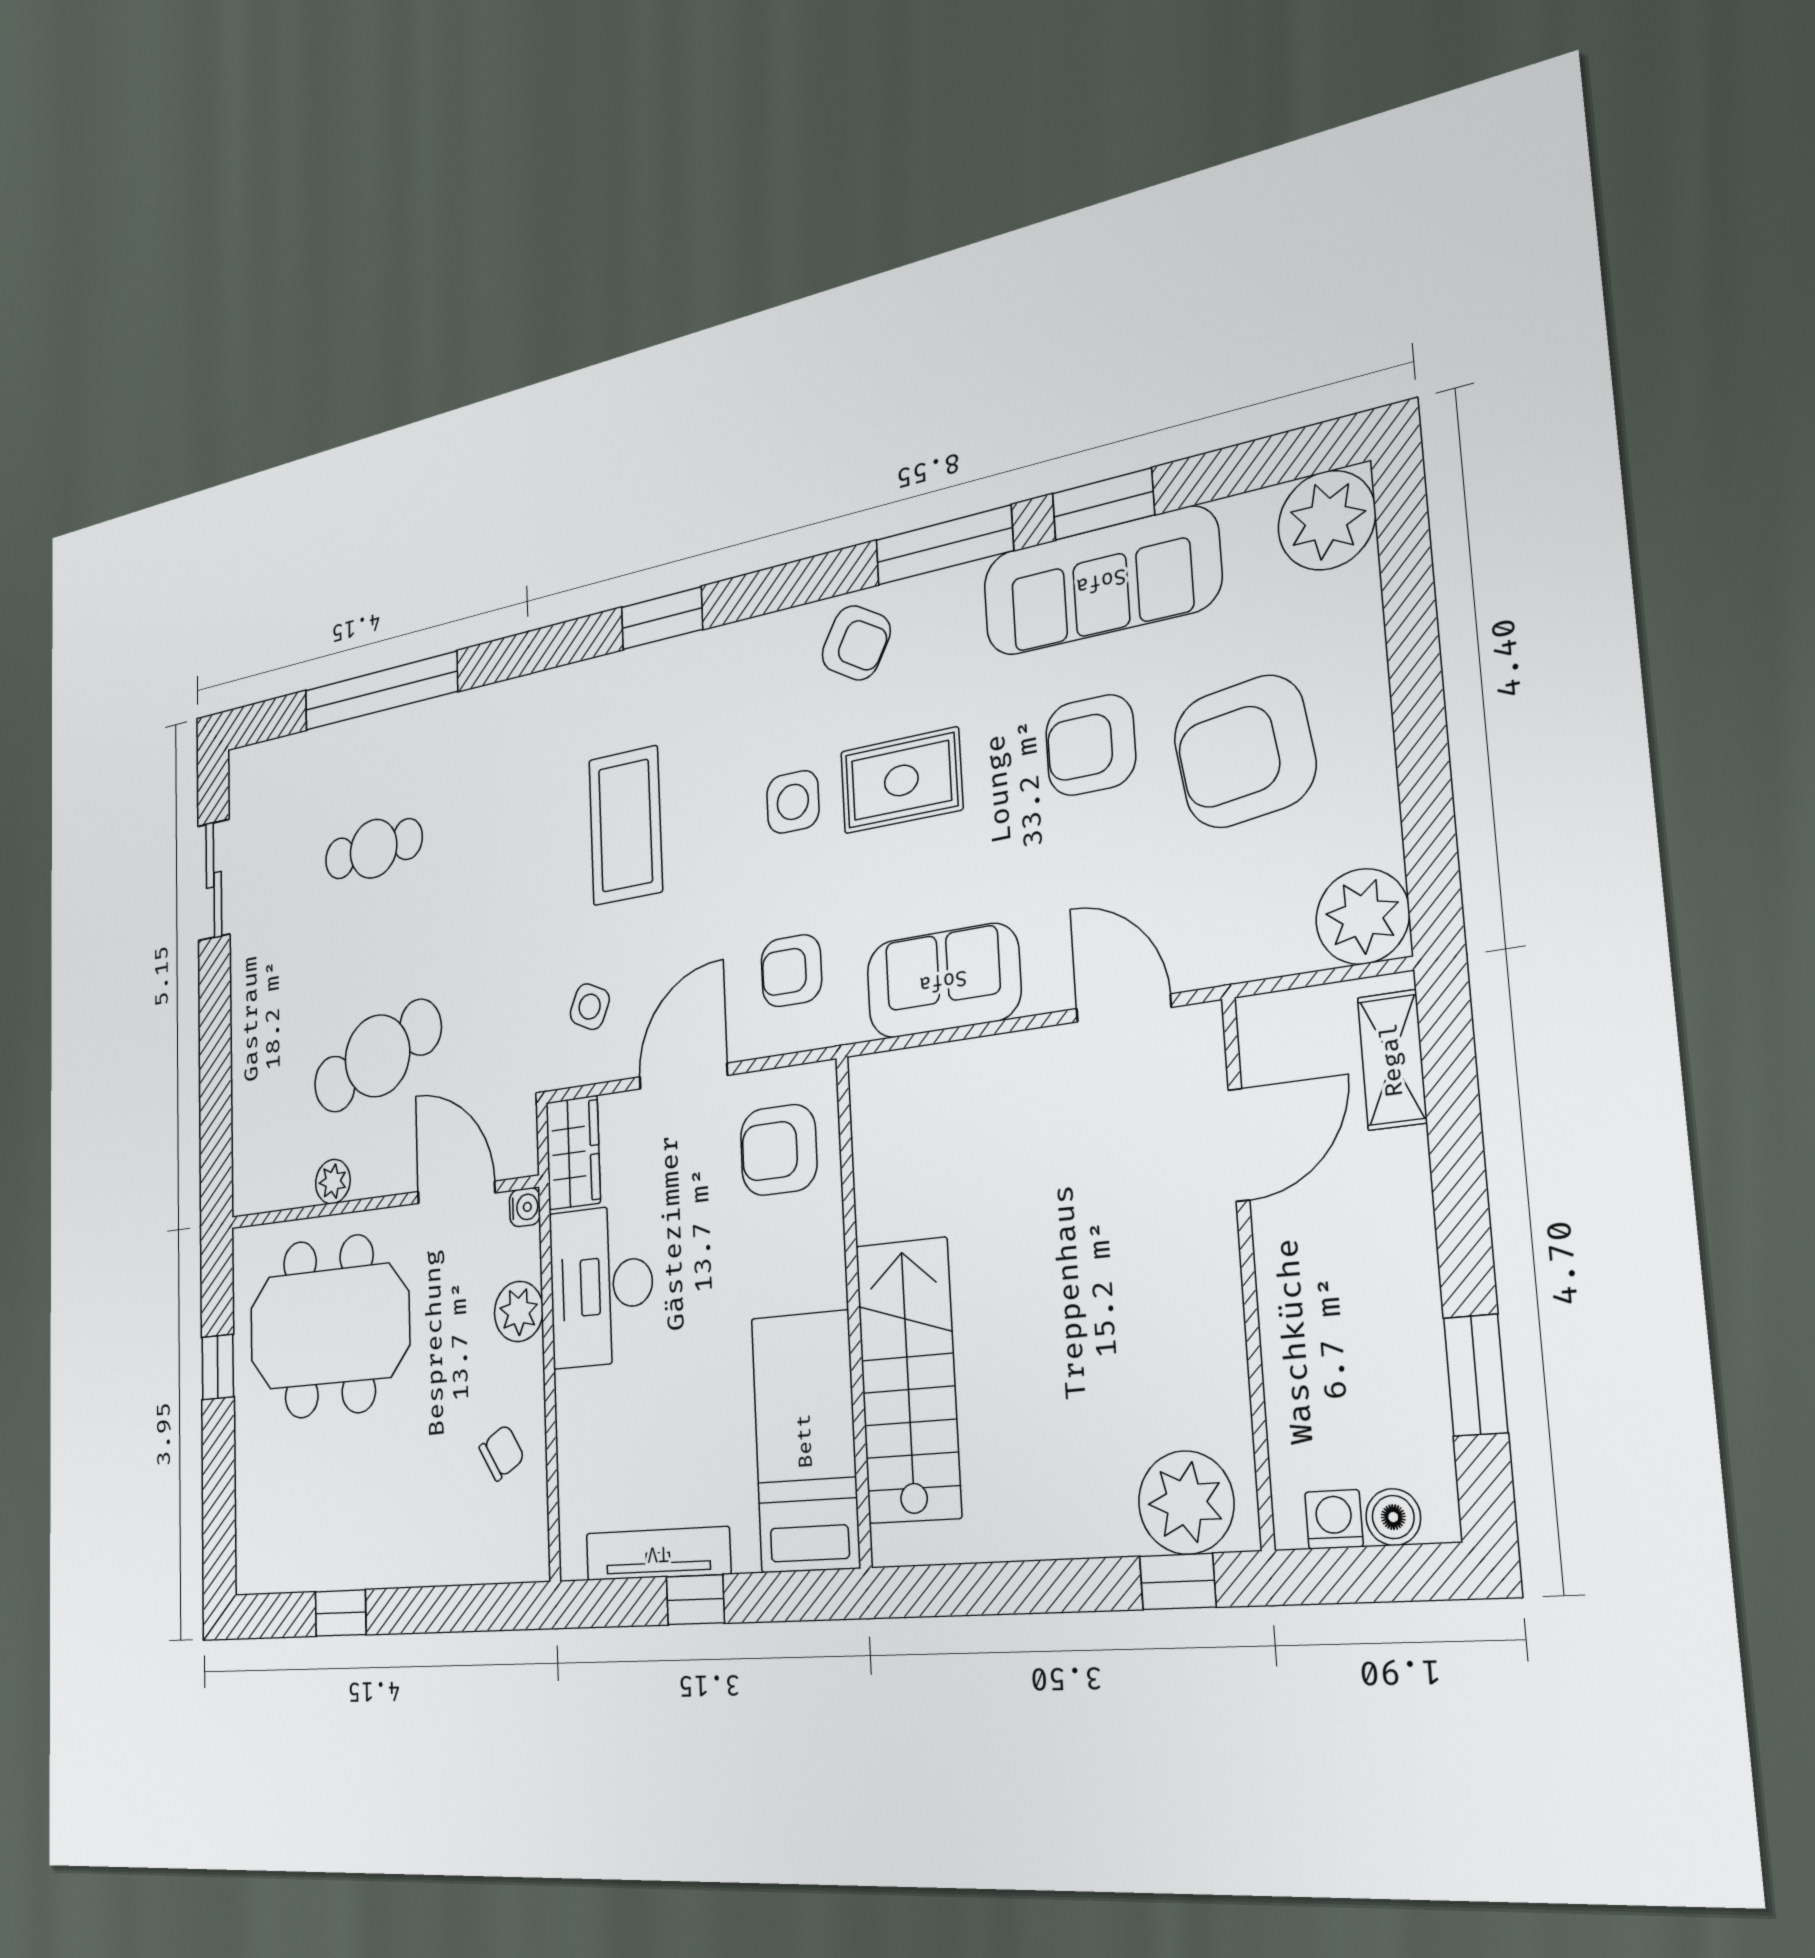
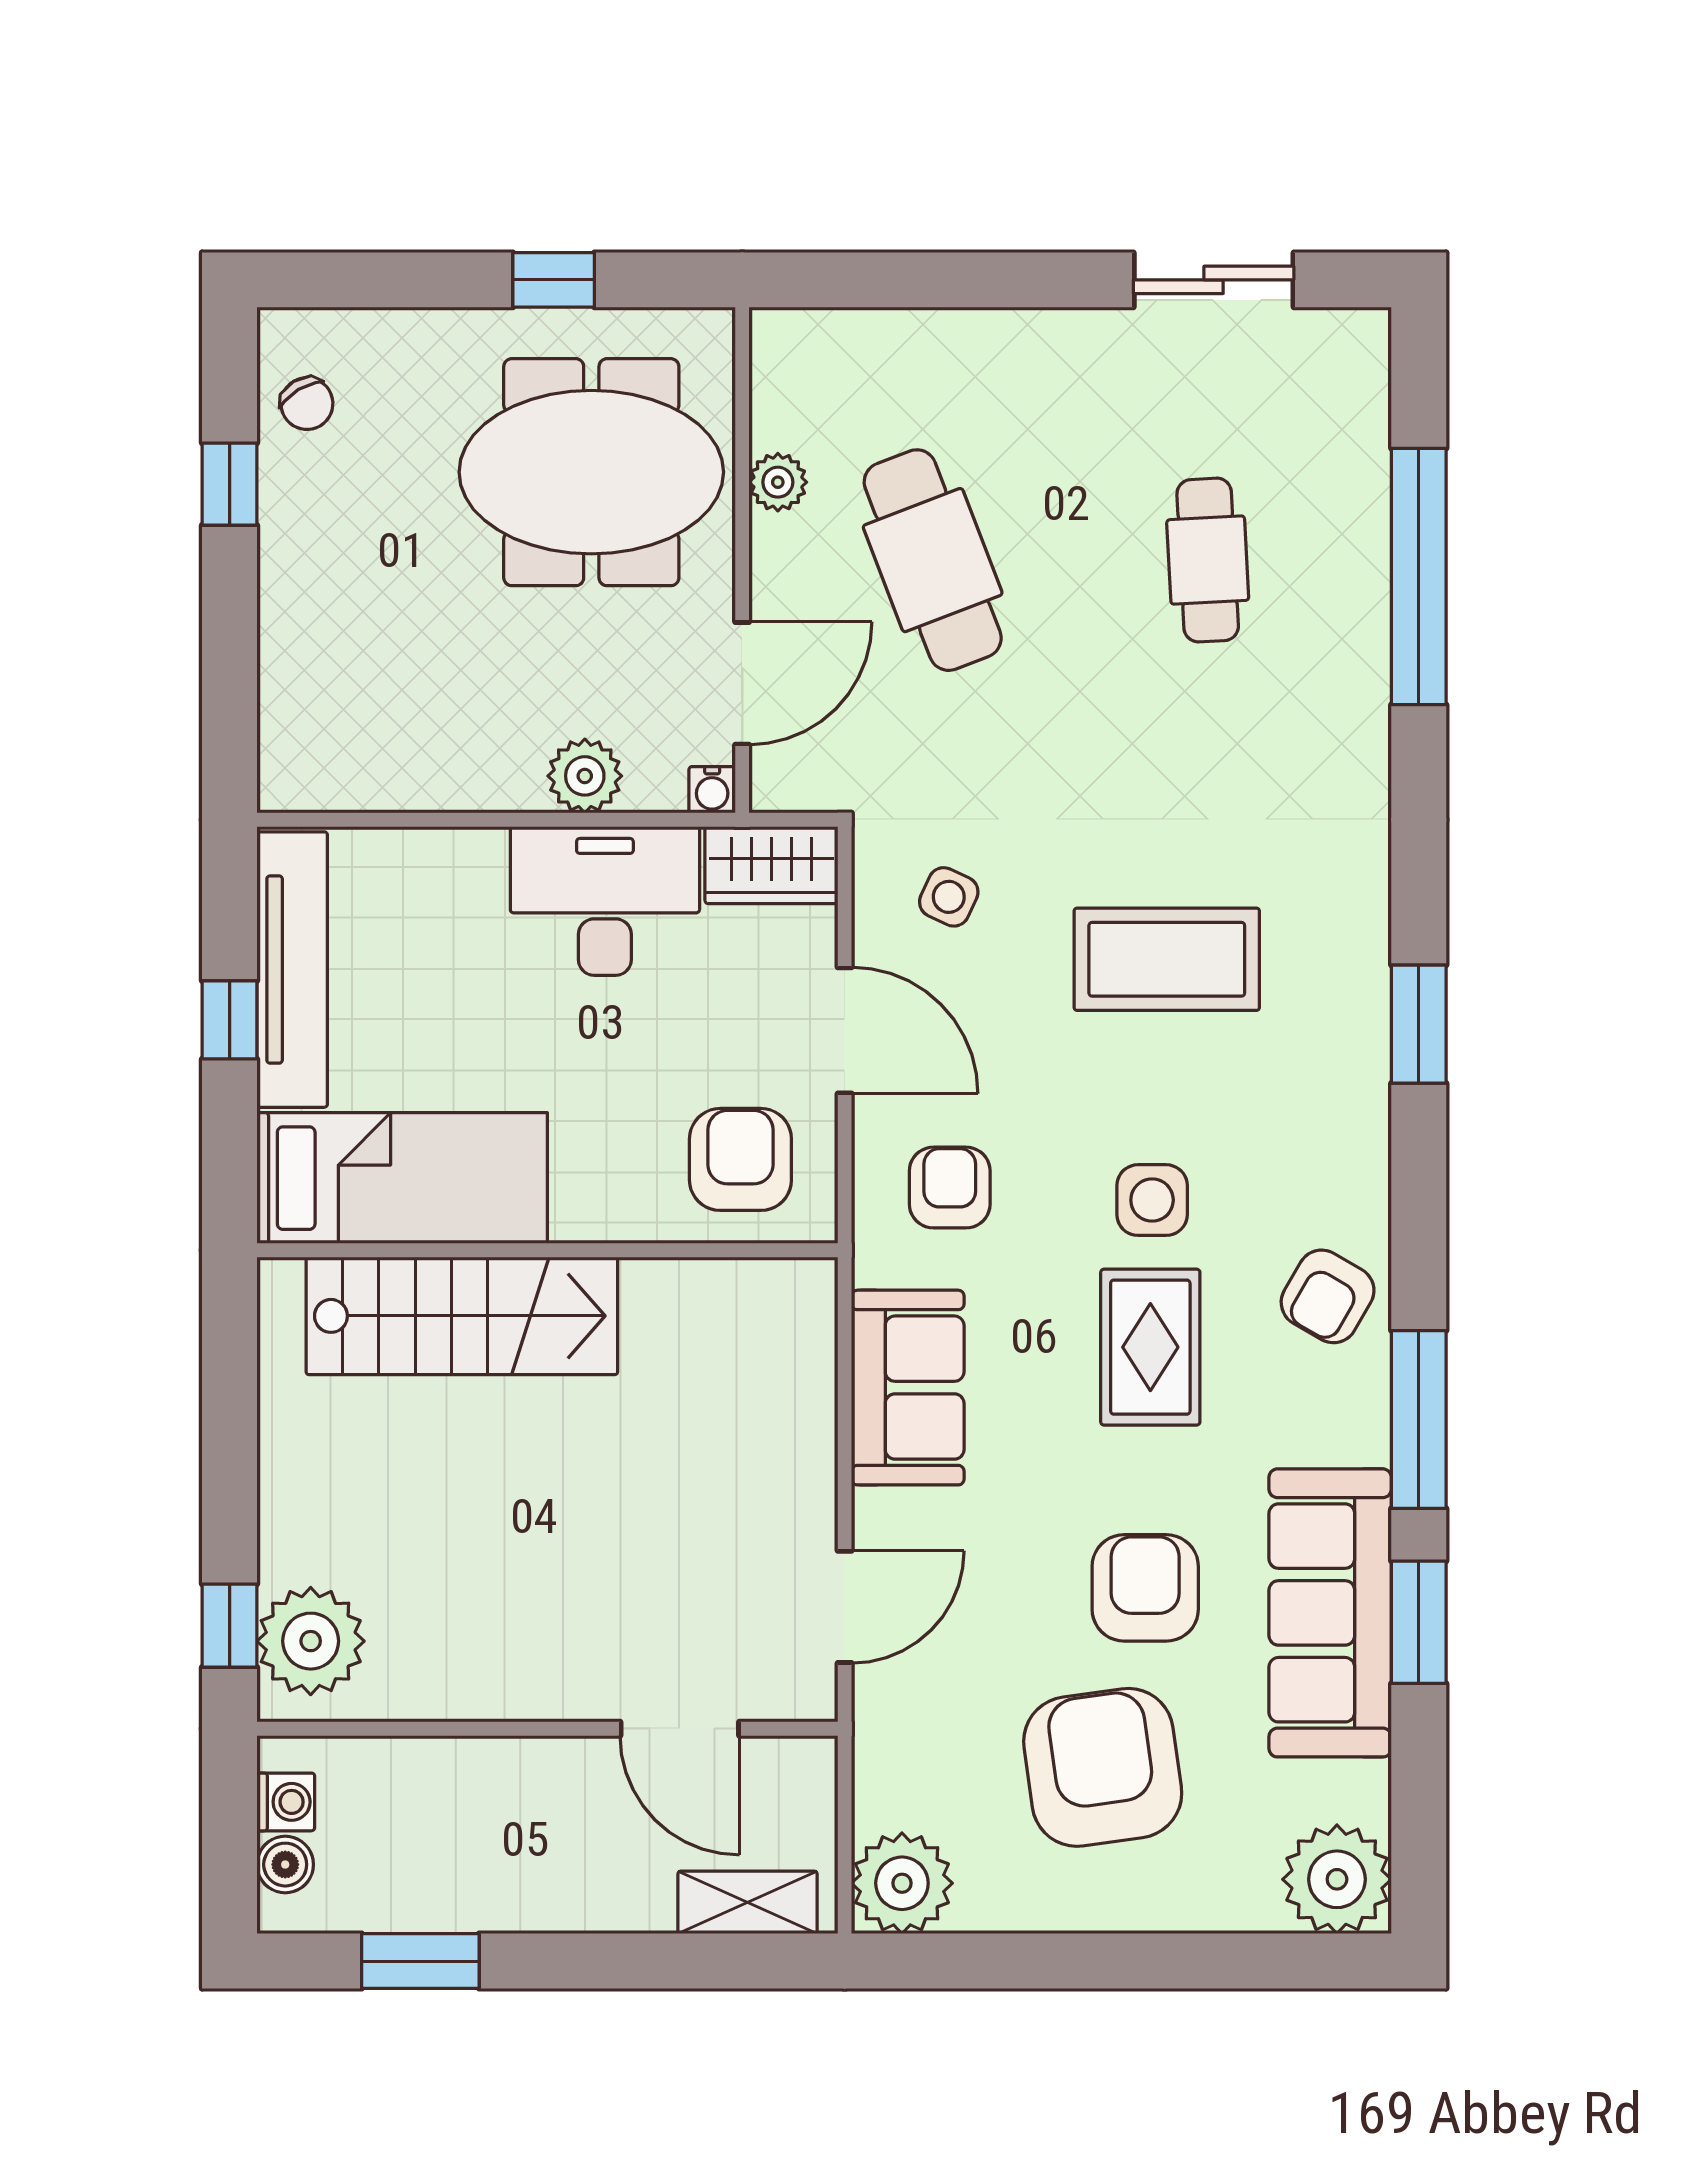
meeting table: (329, 1326) -> (591, 472), turned 90
chair: (502, 1453) -> (307, 404), moved
tv unit: (658, 1554) -> (292, 970), width x1.36, depth x1.29

